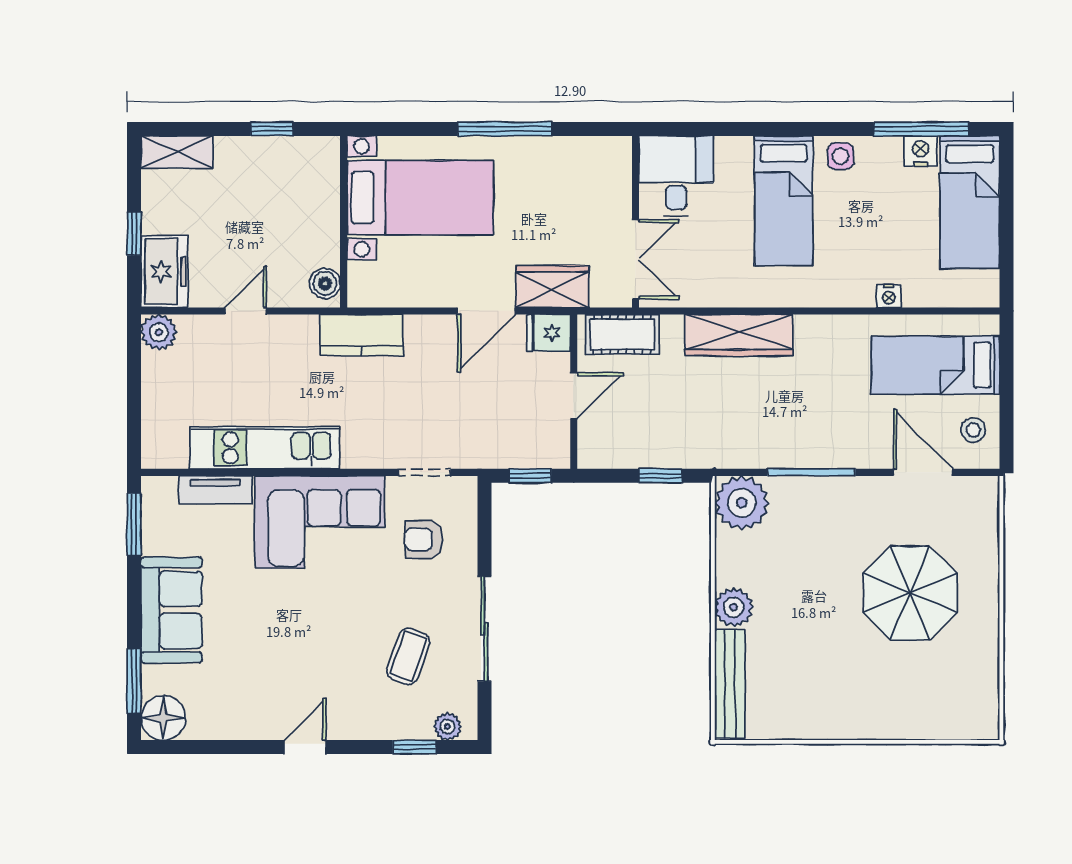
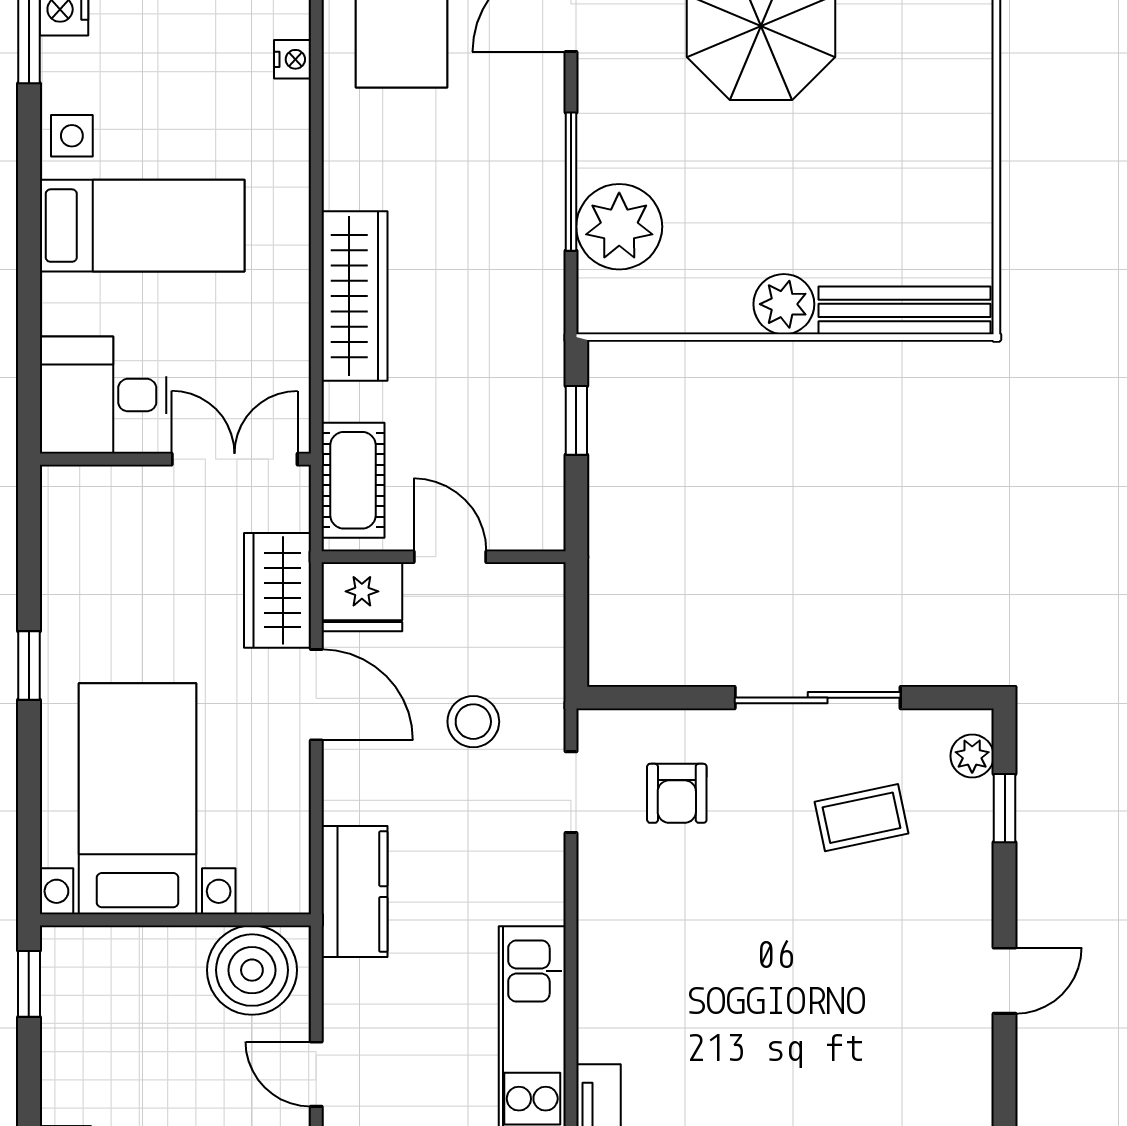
window: (272, 129) -> (29, 984), moved
window: (505, 129) -> (29, 666), width x0.46
boiler: (325, 283) -> (252, 970), width x1.86, depth x1.86
fridge: (548, 333) -> (362, 597), width x1.38
stool: (469, 410) -> (473, 722), added
window: (530, 476) -> (576, 625), removed
plant: (742, 503) -> (619, 227), moved
corner sofa: (320, 522) -> (649, 957), removed
coffee table: (408, 656) -> (861, 818), turned -32
door: (305, 747) -> (1005, 981), swing flipped

